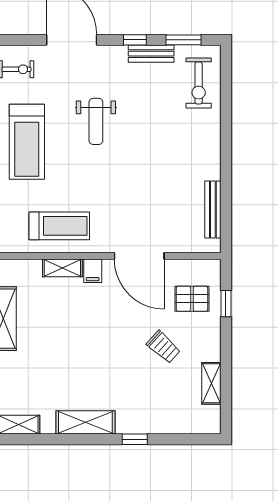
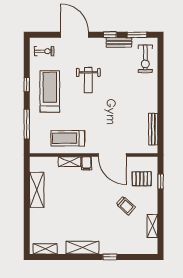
treadmill: (27, 142) -> (50, 91), turned 180
treadmill: (59, 226) -> (68, 138), turned 180

